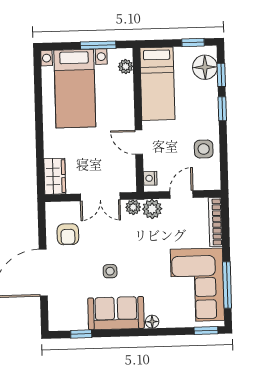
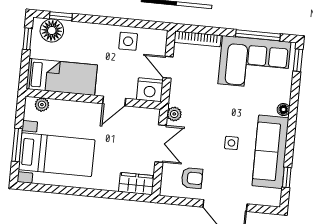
window: (98, 45) -> (17, 145), moved
window: (222, 109) -> (93, 19), removed
nightstand: (150, 178) -> (150, 90), width x1.89, depth x1.79
plant: (152, 209) -> (178, 96), removed
sofa: (116, 313) -> (270, 152), width x1.36

